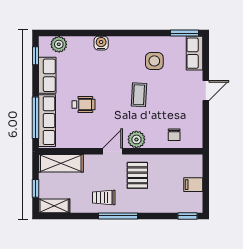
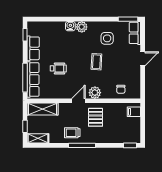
plant: (59, 44) -> (82, 27), moved
filing cabinet: (193, 185) -> (134, 112), moved

